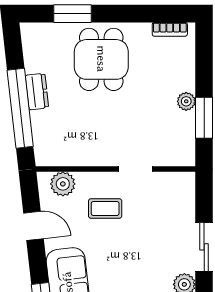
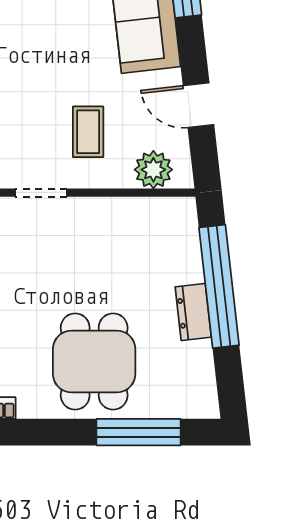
window: (72, 14) -> (138, 432), width x1.44
coffee table: (105, 208) -> (88, 132), turned 90

